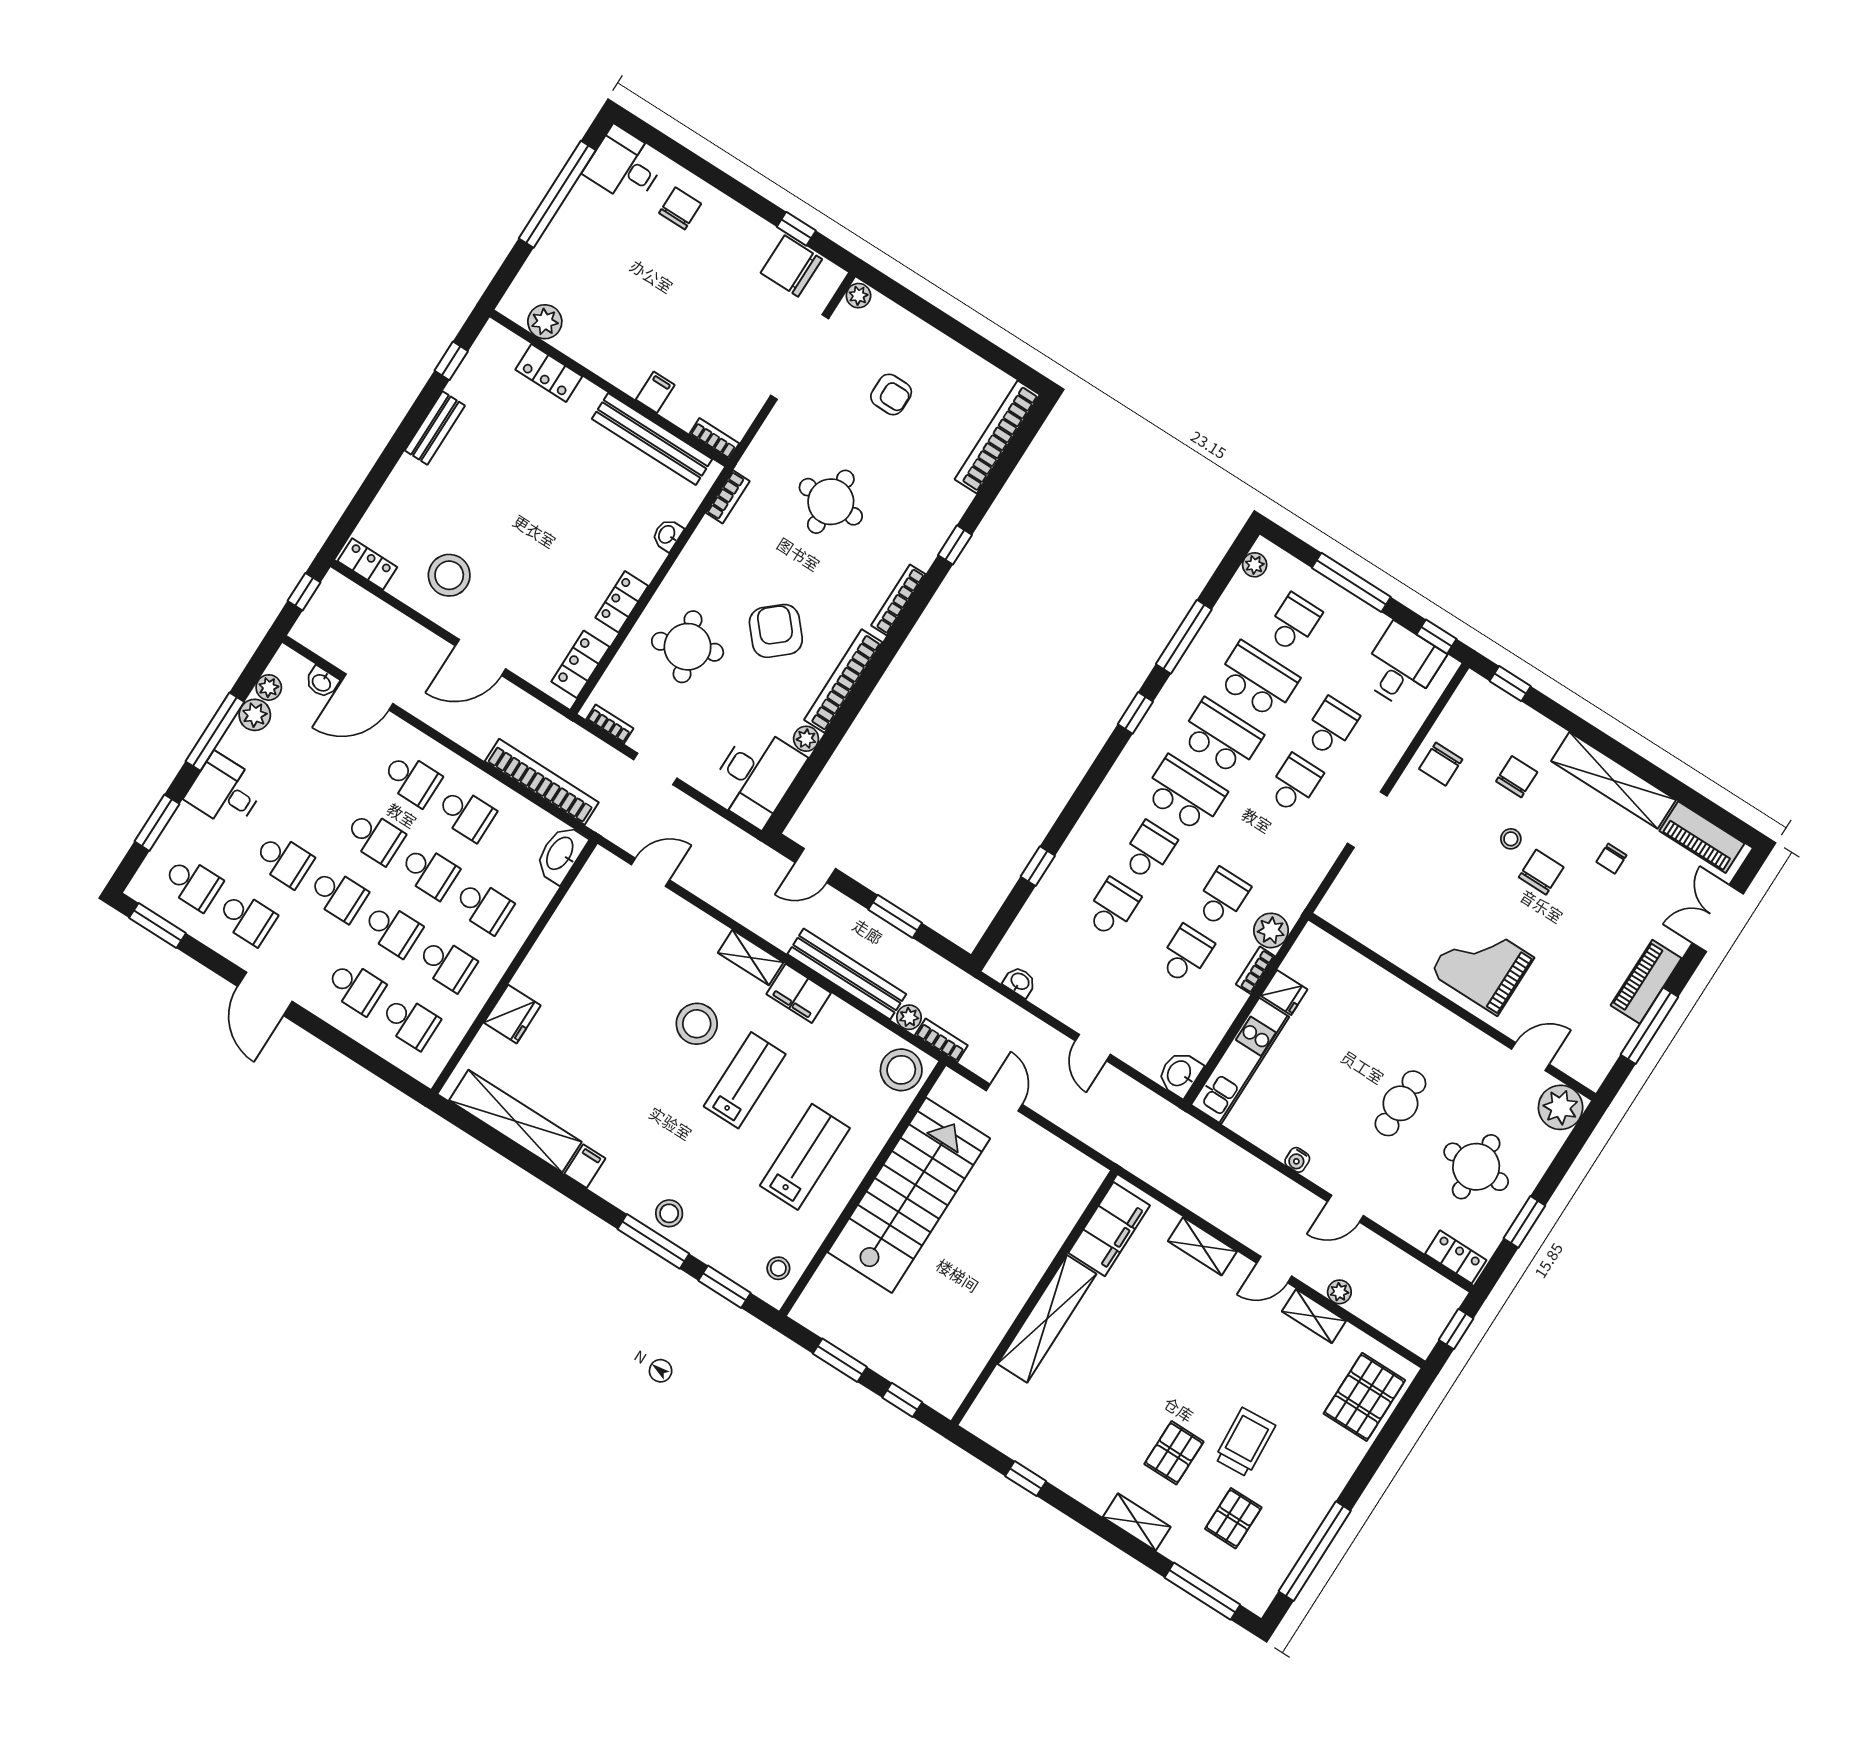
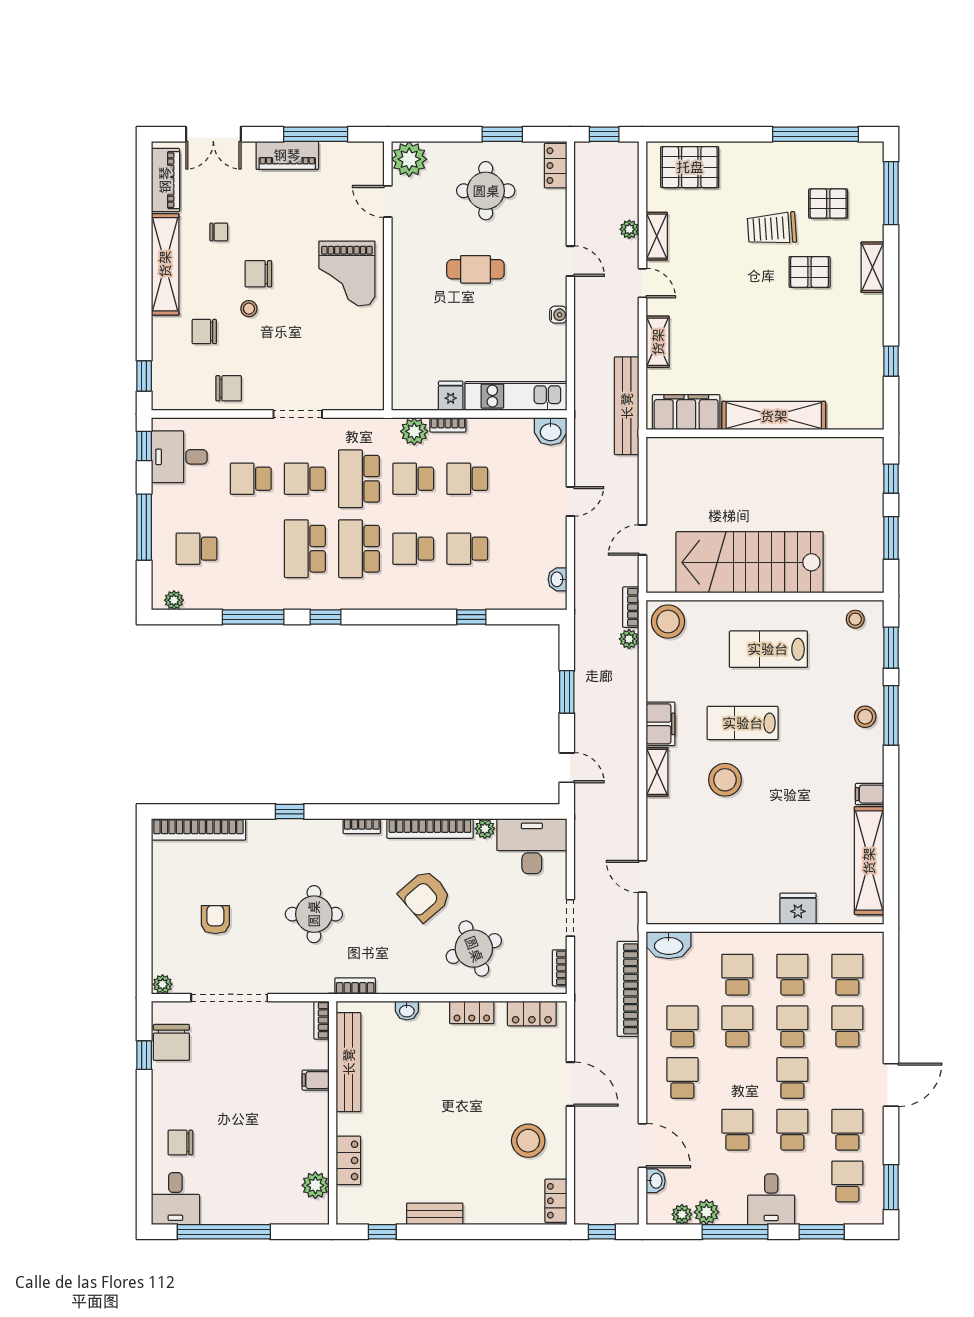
bookcase: (898, 600) -> (362, 826), width x0.64
school desk: (1257, 680) -> (359, 479), moved
school desk: (375, 837) -> (737, 1130), moved
bench: (847, 974) -> (627, 406), moved

